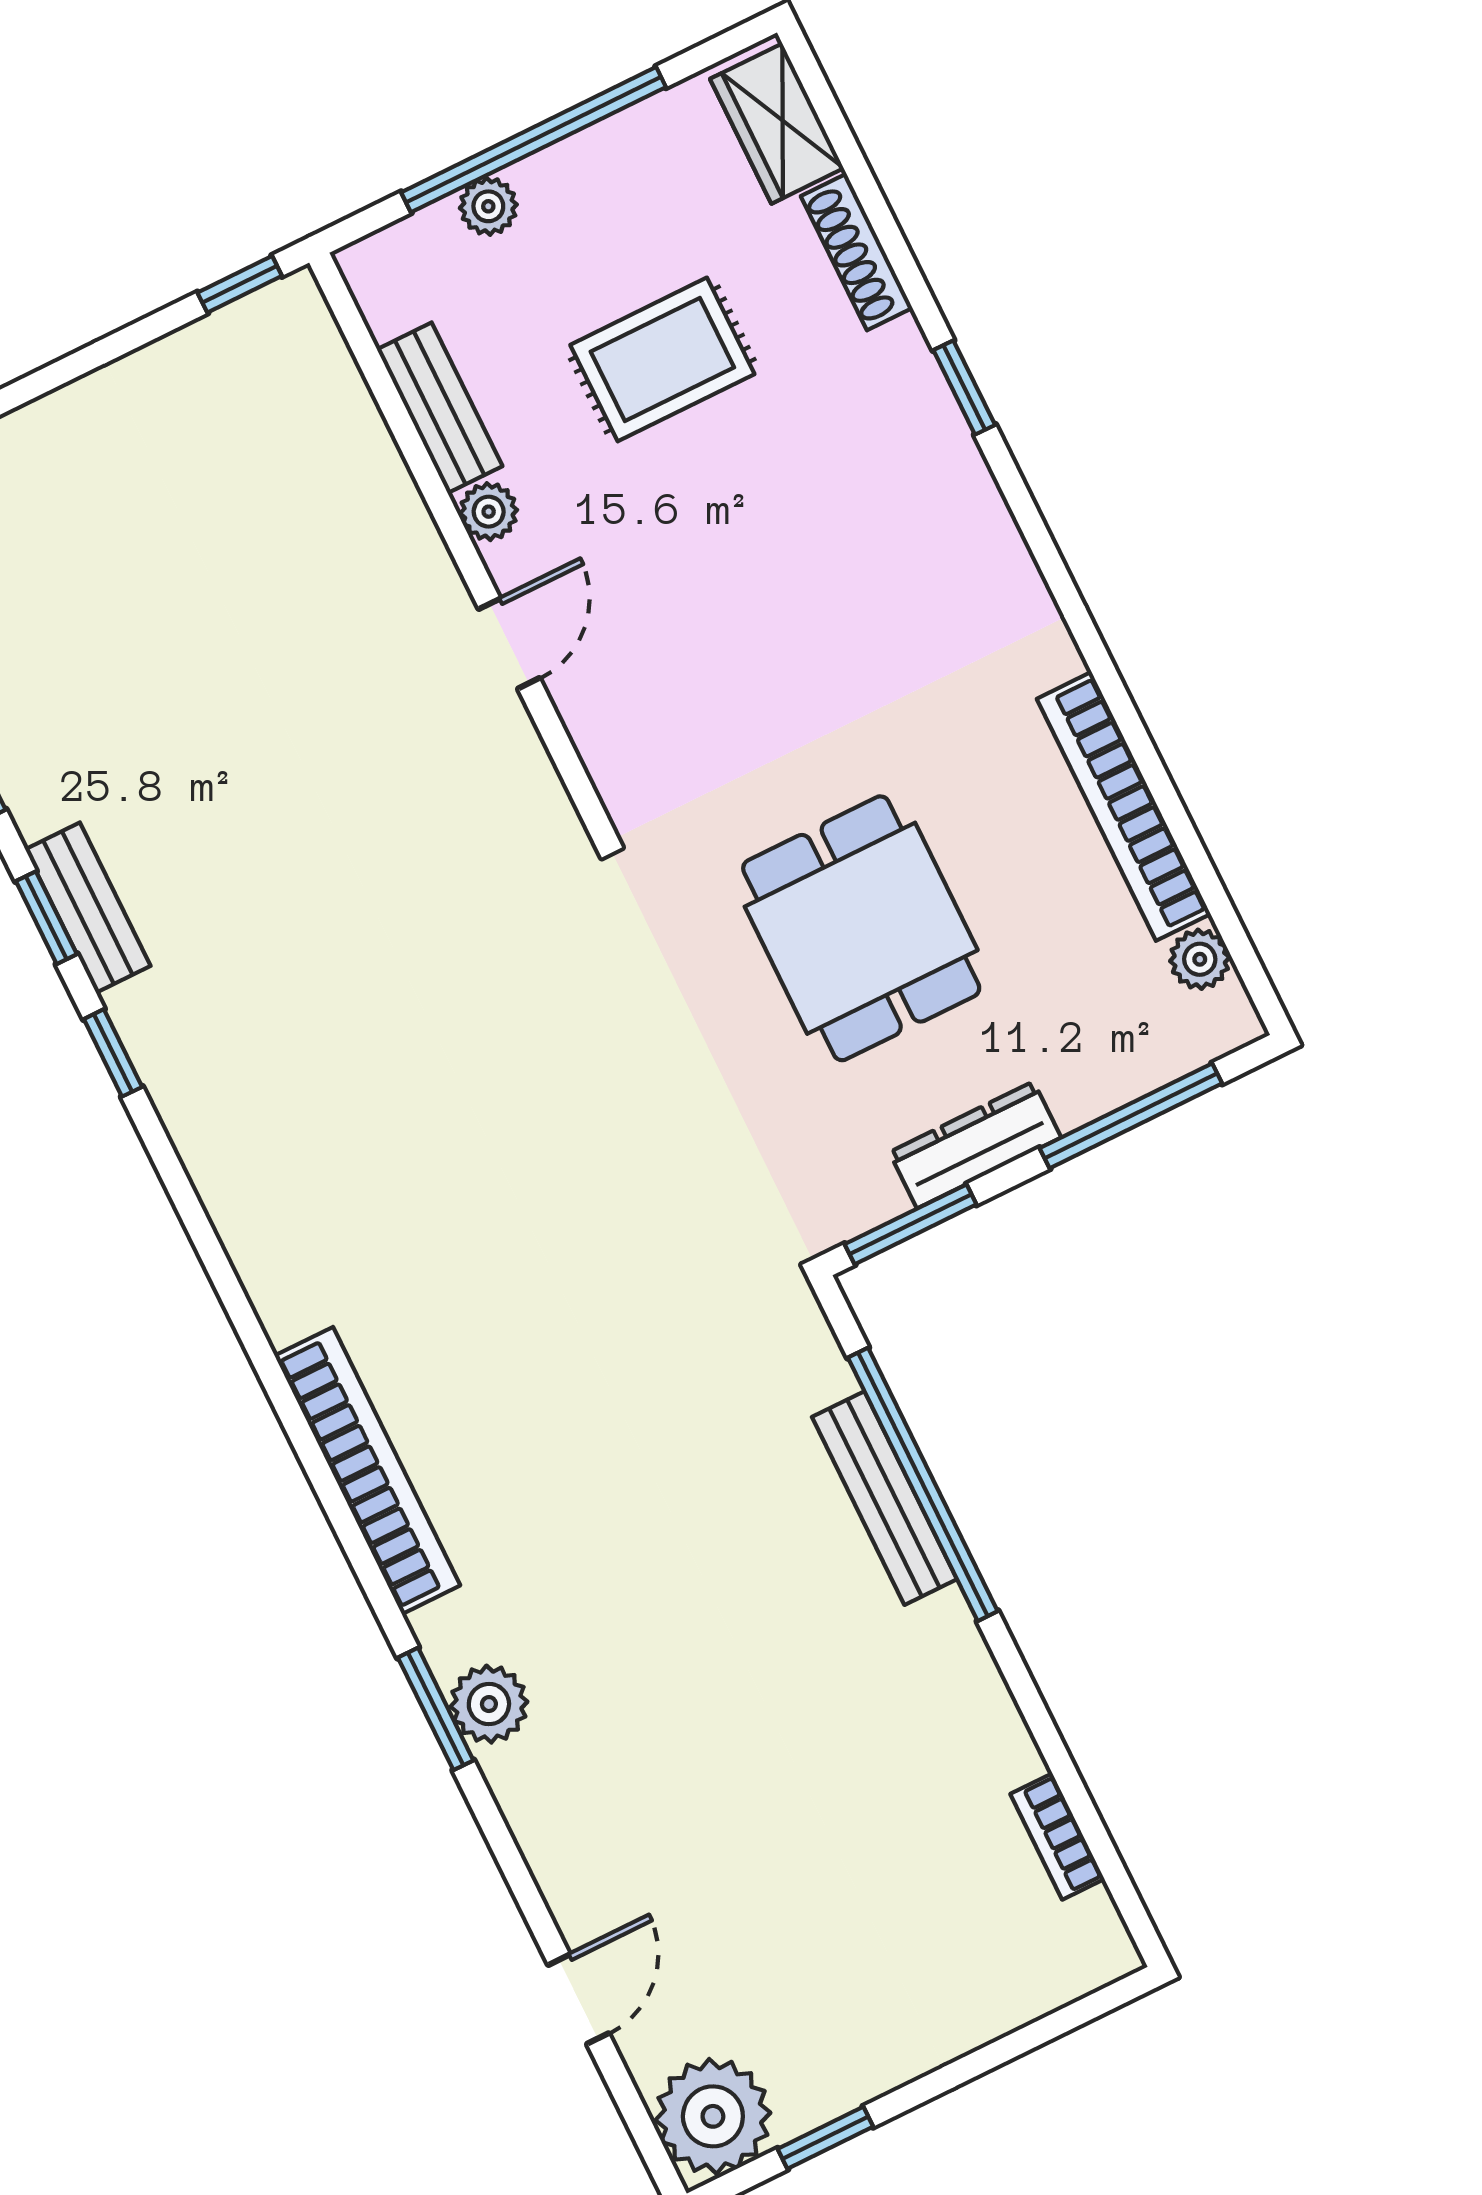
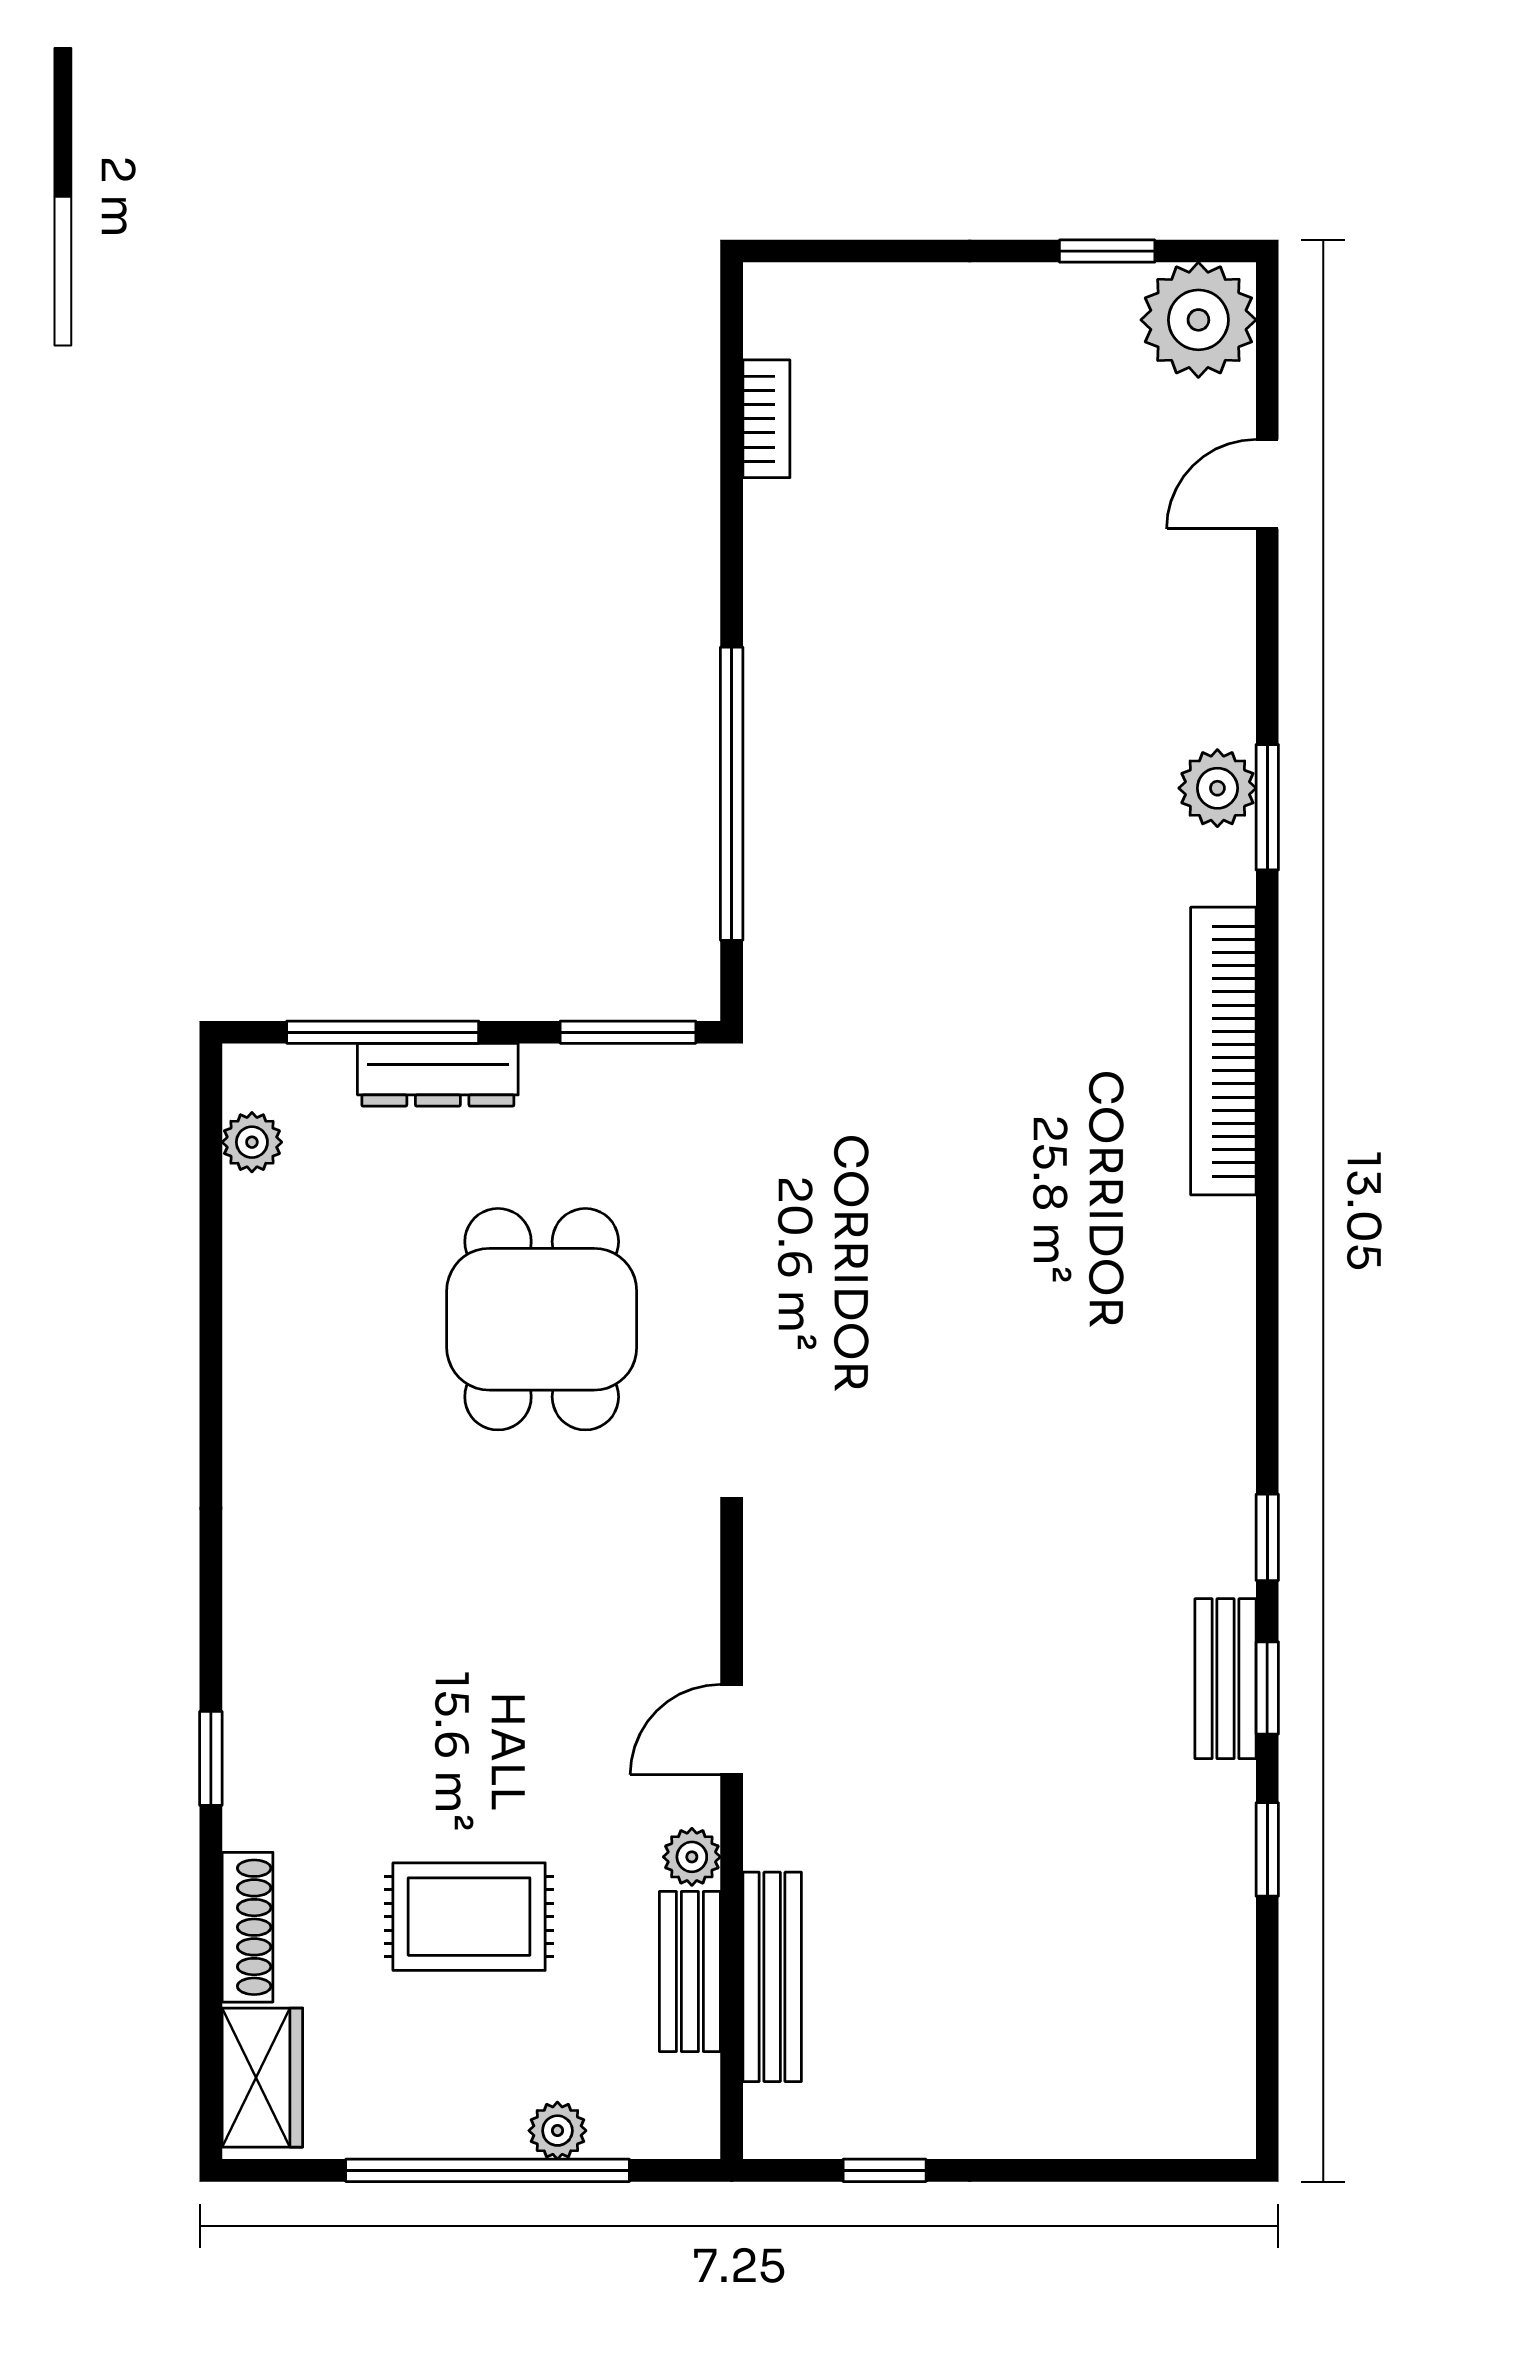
window: (240, 284) -> (885, 2170), moved
bookcase: (1124, 806) -> (253, 1313), removed
dresser: (975, 1145) -> (438, 1075), moved
bench: (884, 1498) -> (772, 1977), moved

